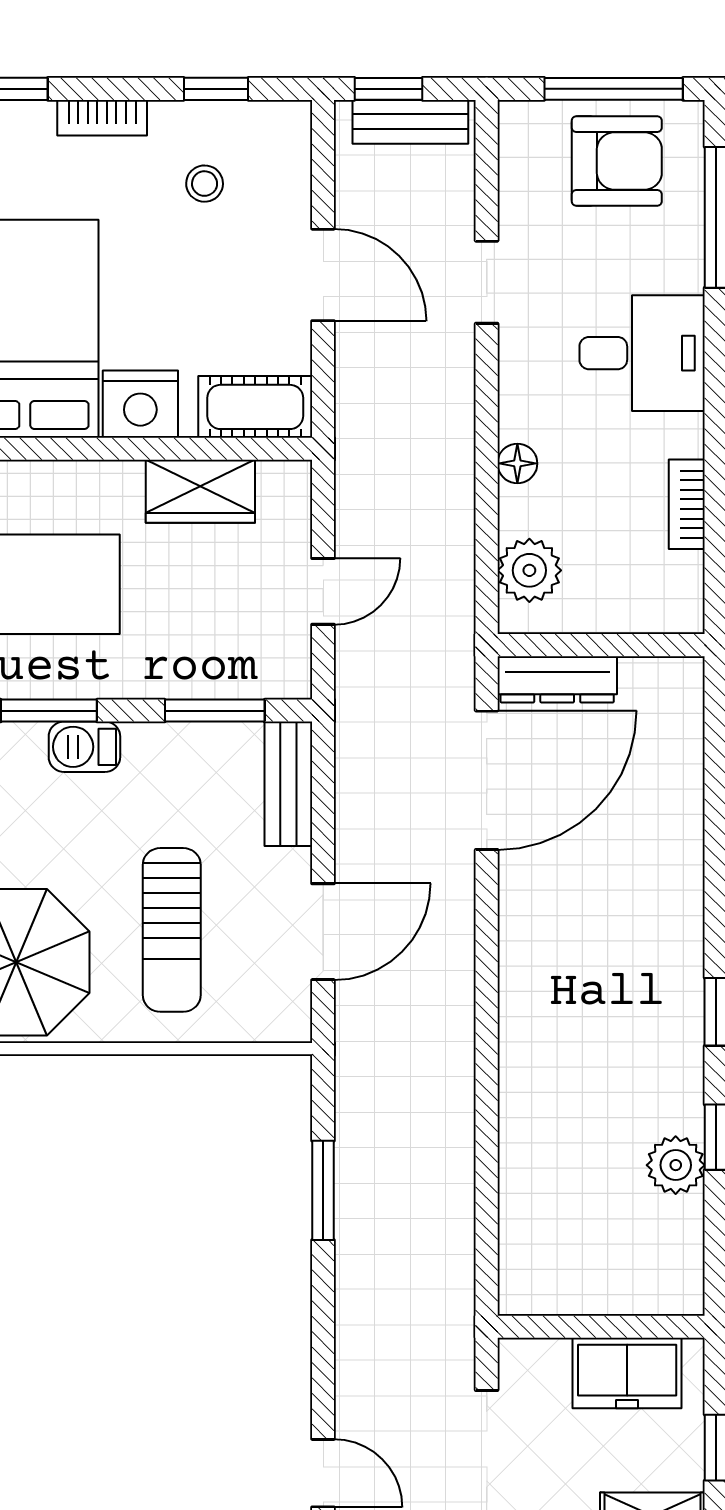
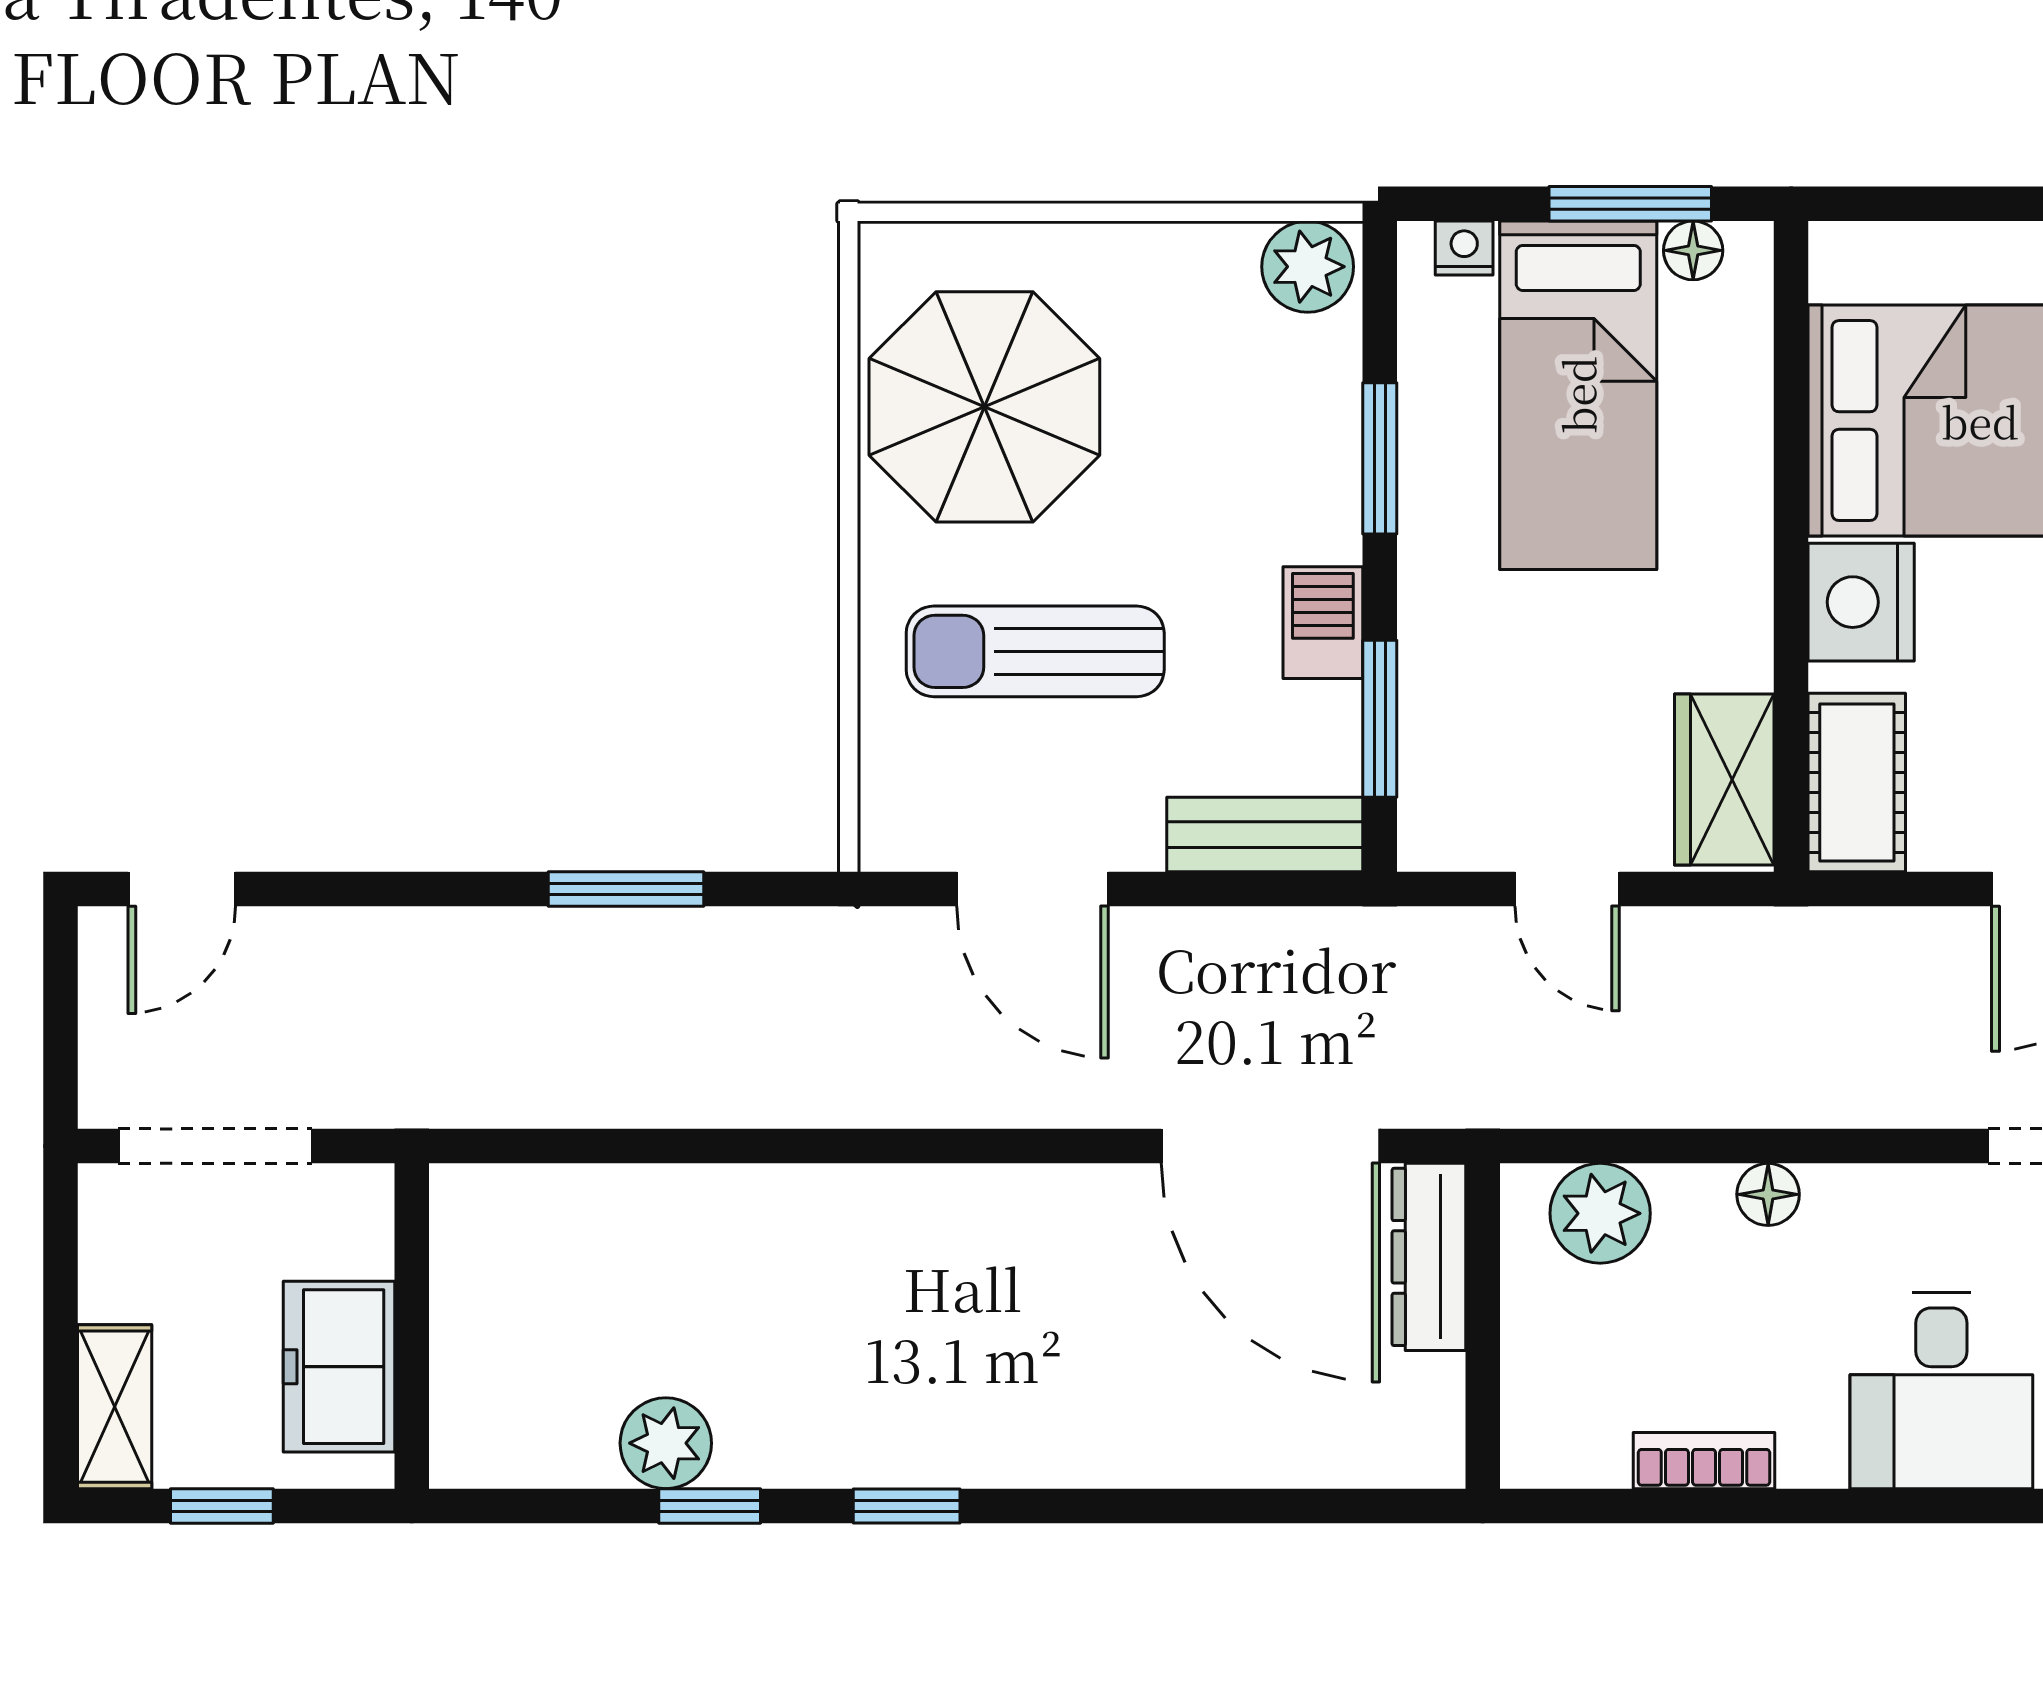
wardrobe: (200, 491) -> (1724, 779), moved
barbecue: (84, 747) -> (1323, 623), moved

